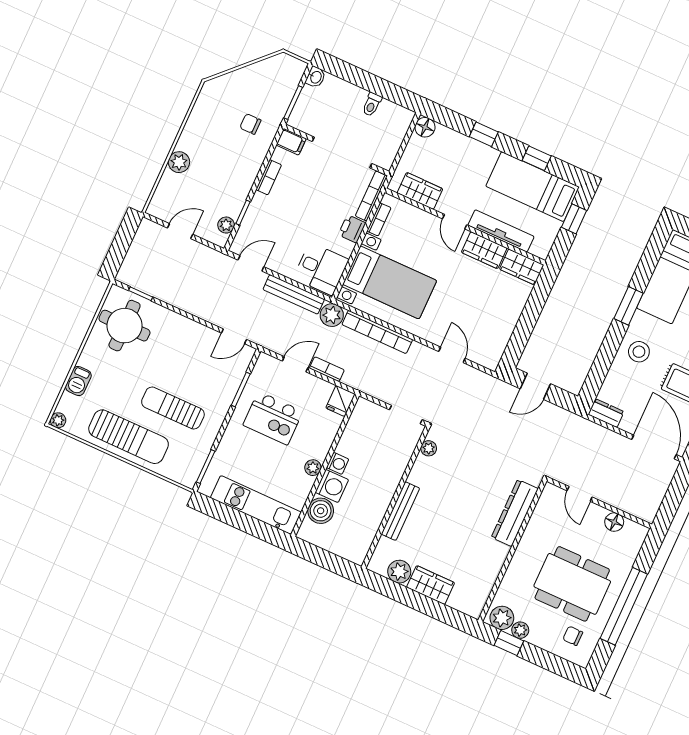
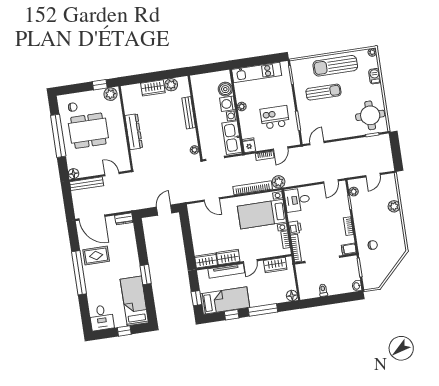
window: (484, 134) -> (263, 310), width x2.17
door: (455, 222) -> (250, 261), swing flipped
bench: (294, 294) -> (87, 184), moved
stool: (639, 352) -> (127, 257), removed
kitchen sink: (359, 430) -> (232, 138), added
dresser: (515, 513) -> (134, 132), moved
floor lamp: (614, 522) -> (74, 174), moved
plant: (520, 630) -> (98, 94), removed

